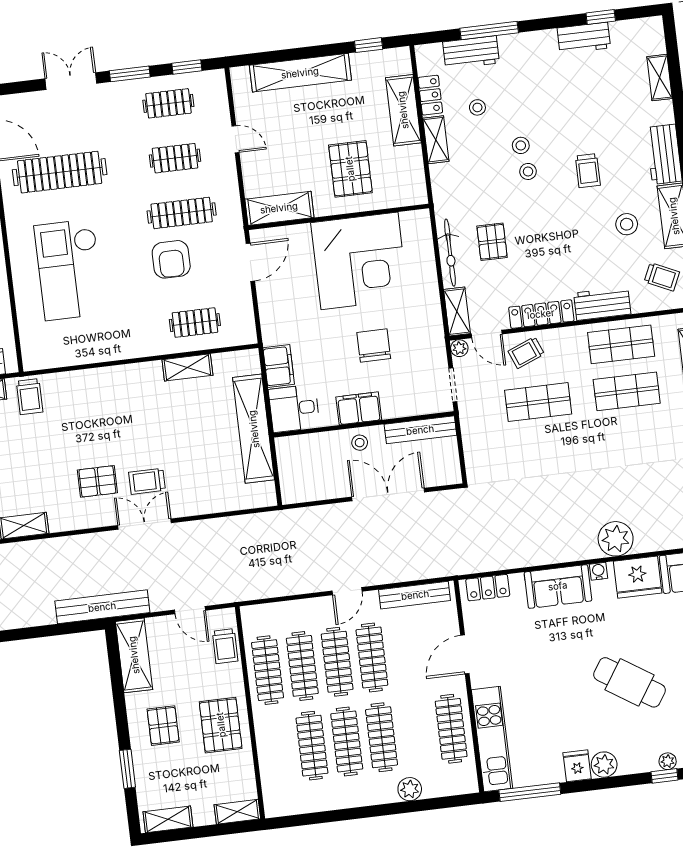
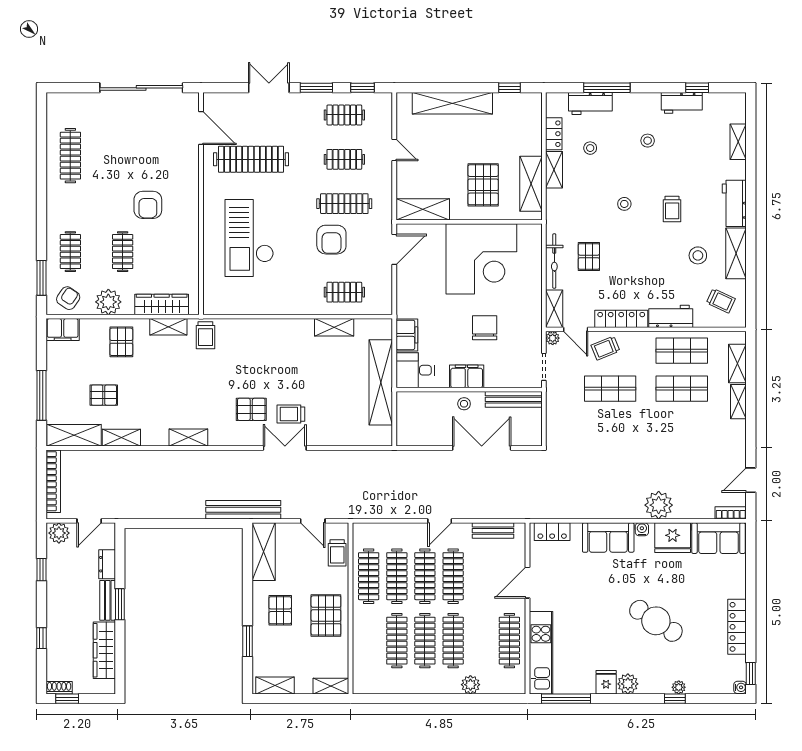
shelving: (403, 110) -> (531, 184), moved
stool: (521, 145) -> (648, 141), moved
bench: (415, 595) -> (493, 531), width x0.73

